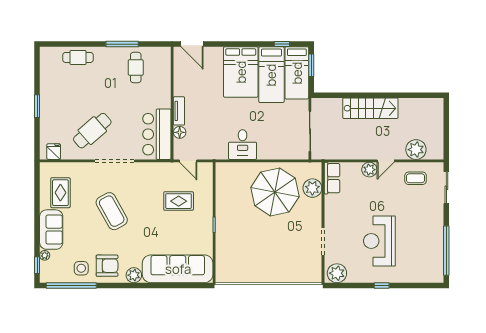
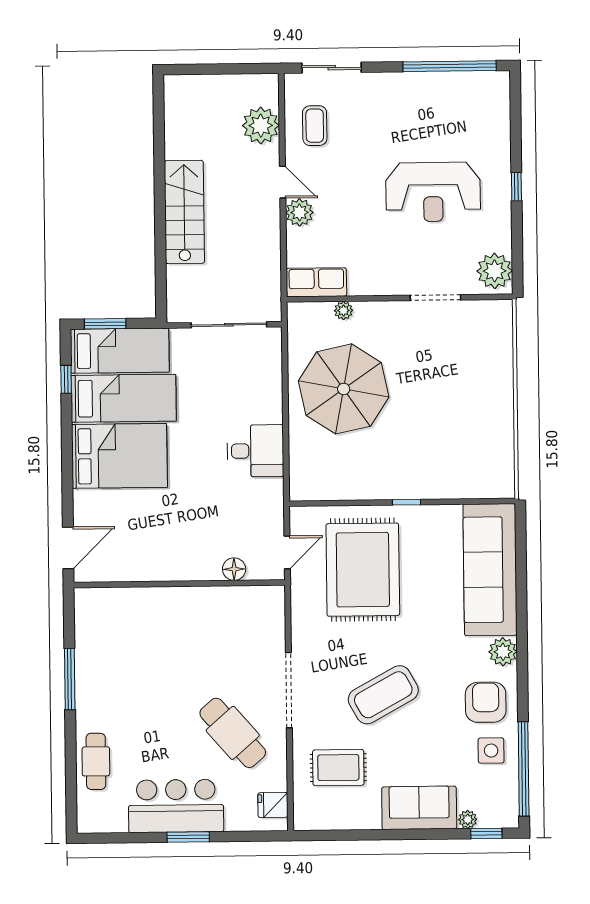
cafe table: (136, 68) -> (113, 653), removed
tv unit: (179, 111) -> (194, 571), removed
bar counter: (157, 134) -> (176, 806), moved, turned 180
plant: (312, 188) -> (343, 311), width x0.53, depth x0.53
rug: (60, 193) -> (338, 768), moved
rug: (179, 201) -> (363, 570), width x1.86, depth x2.06

